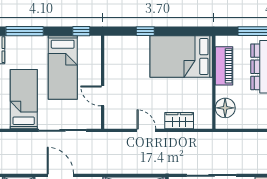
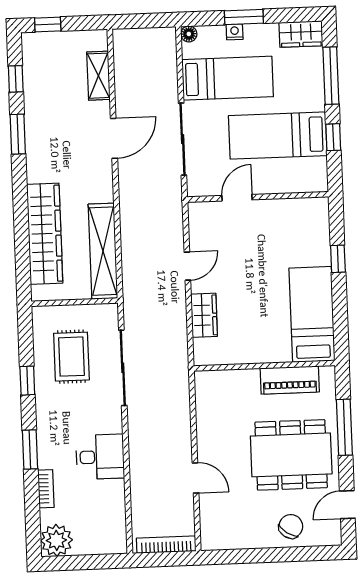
window: (81, 31) -> (333, 137), moved
bed: (181, 56) -> (312, 314), width x0.67
floor lamp: (225, 108) -> (226, 384), removed

